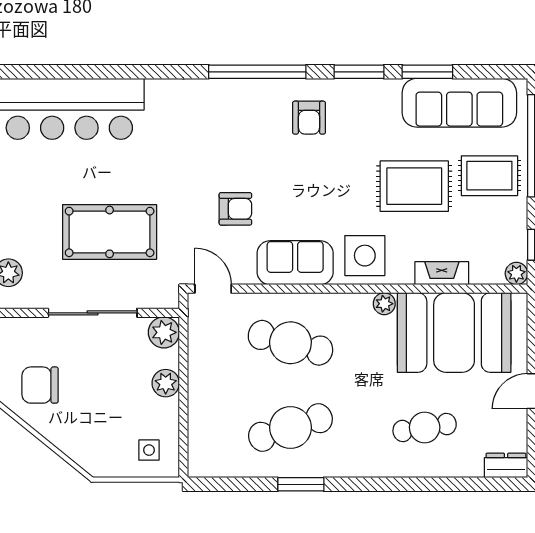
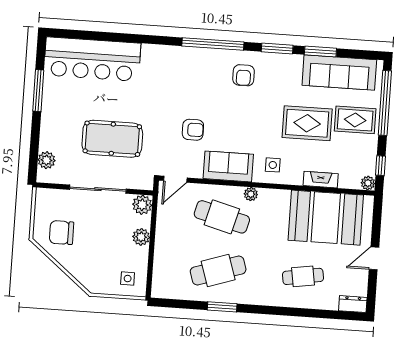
side table: (365, 256) -> (273, 165), width x0.54, depth x0.54
door: (213, 289) -> (175, 179), swing flipped
plant: (384, 304) -> (251, 194), moved

